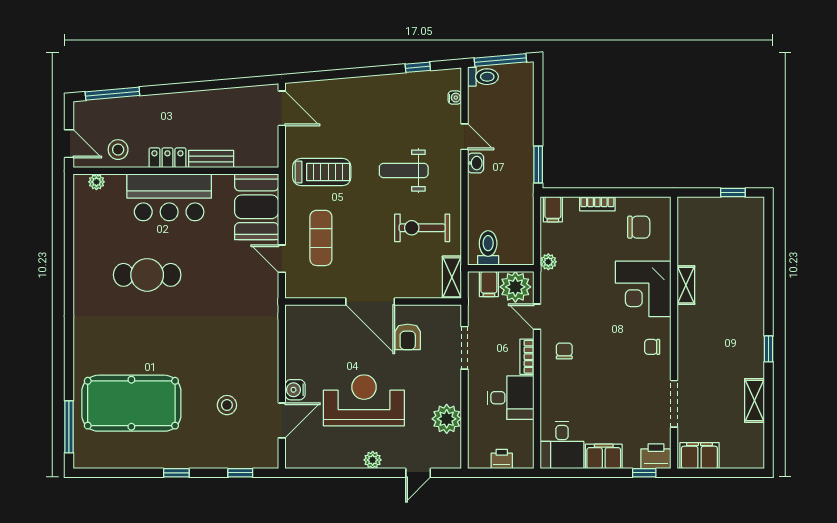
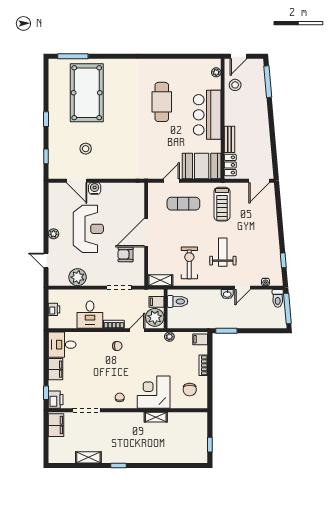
locker: (167, 158) -> (230, 165), moved

